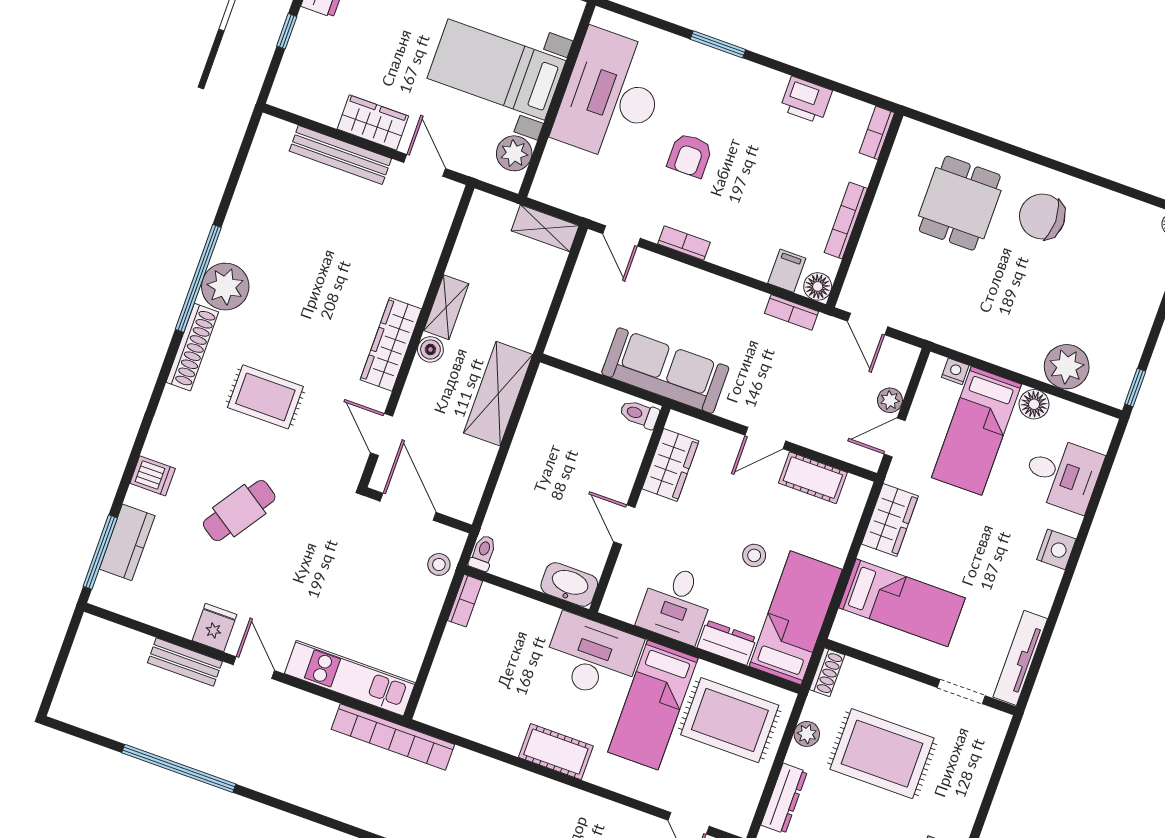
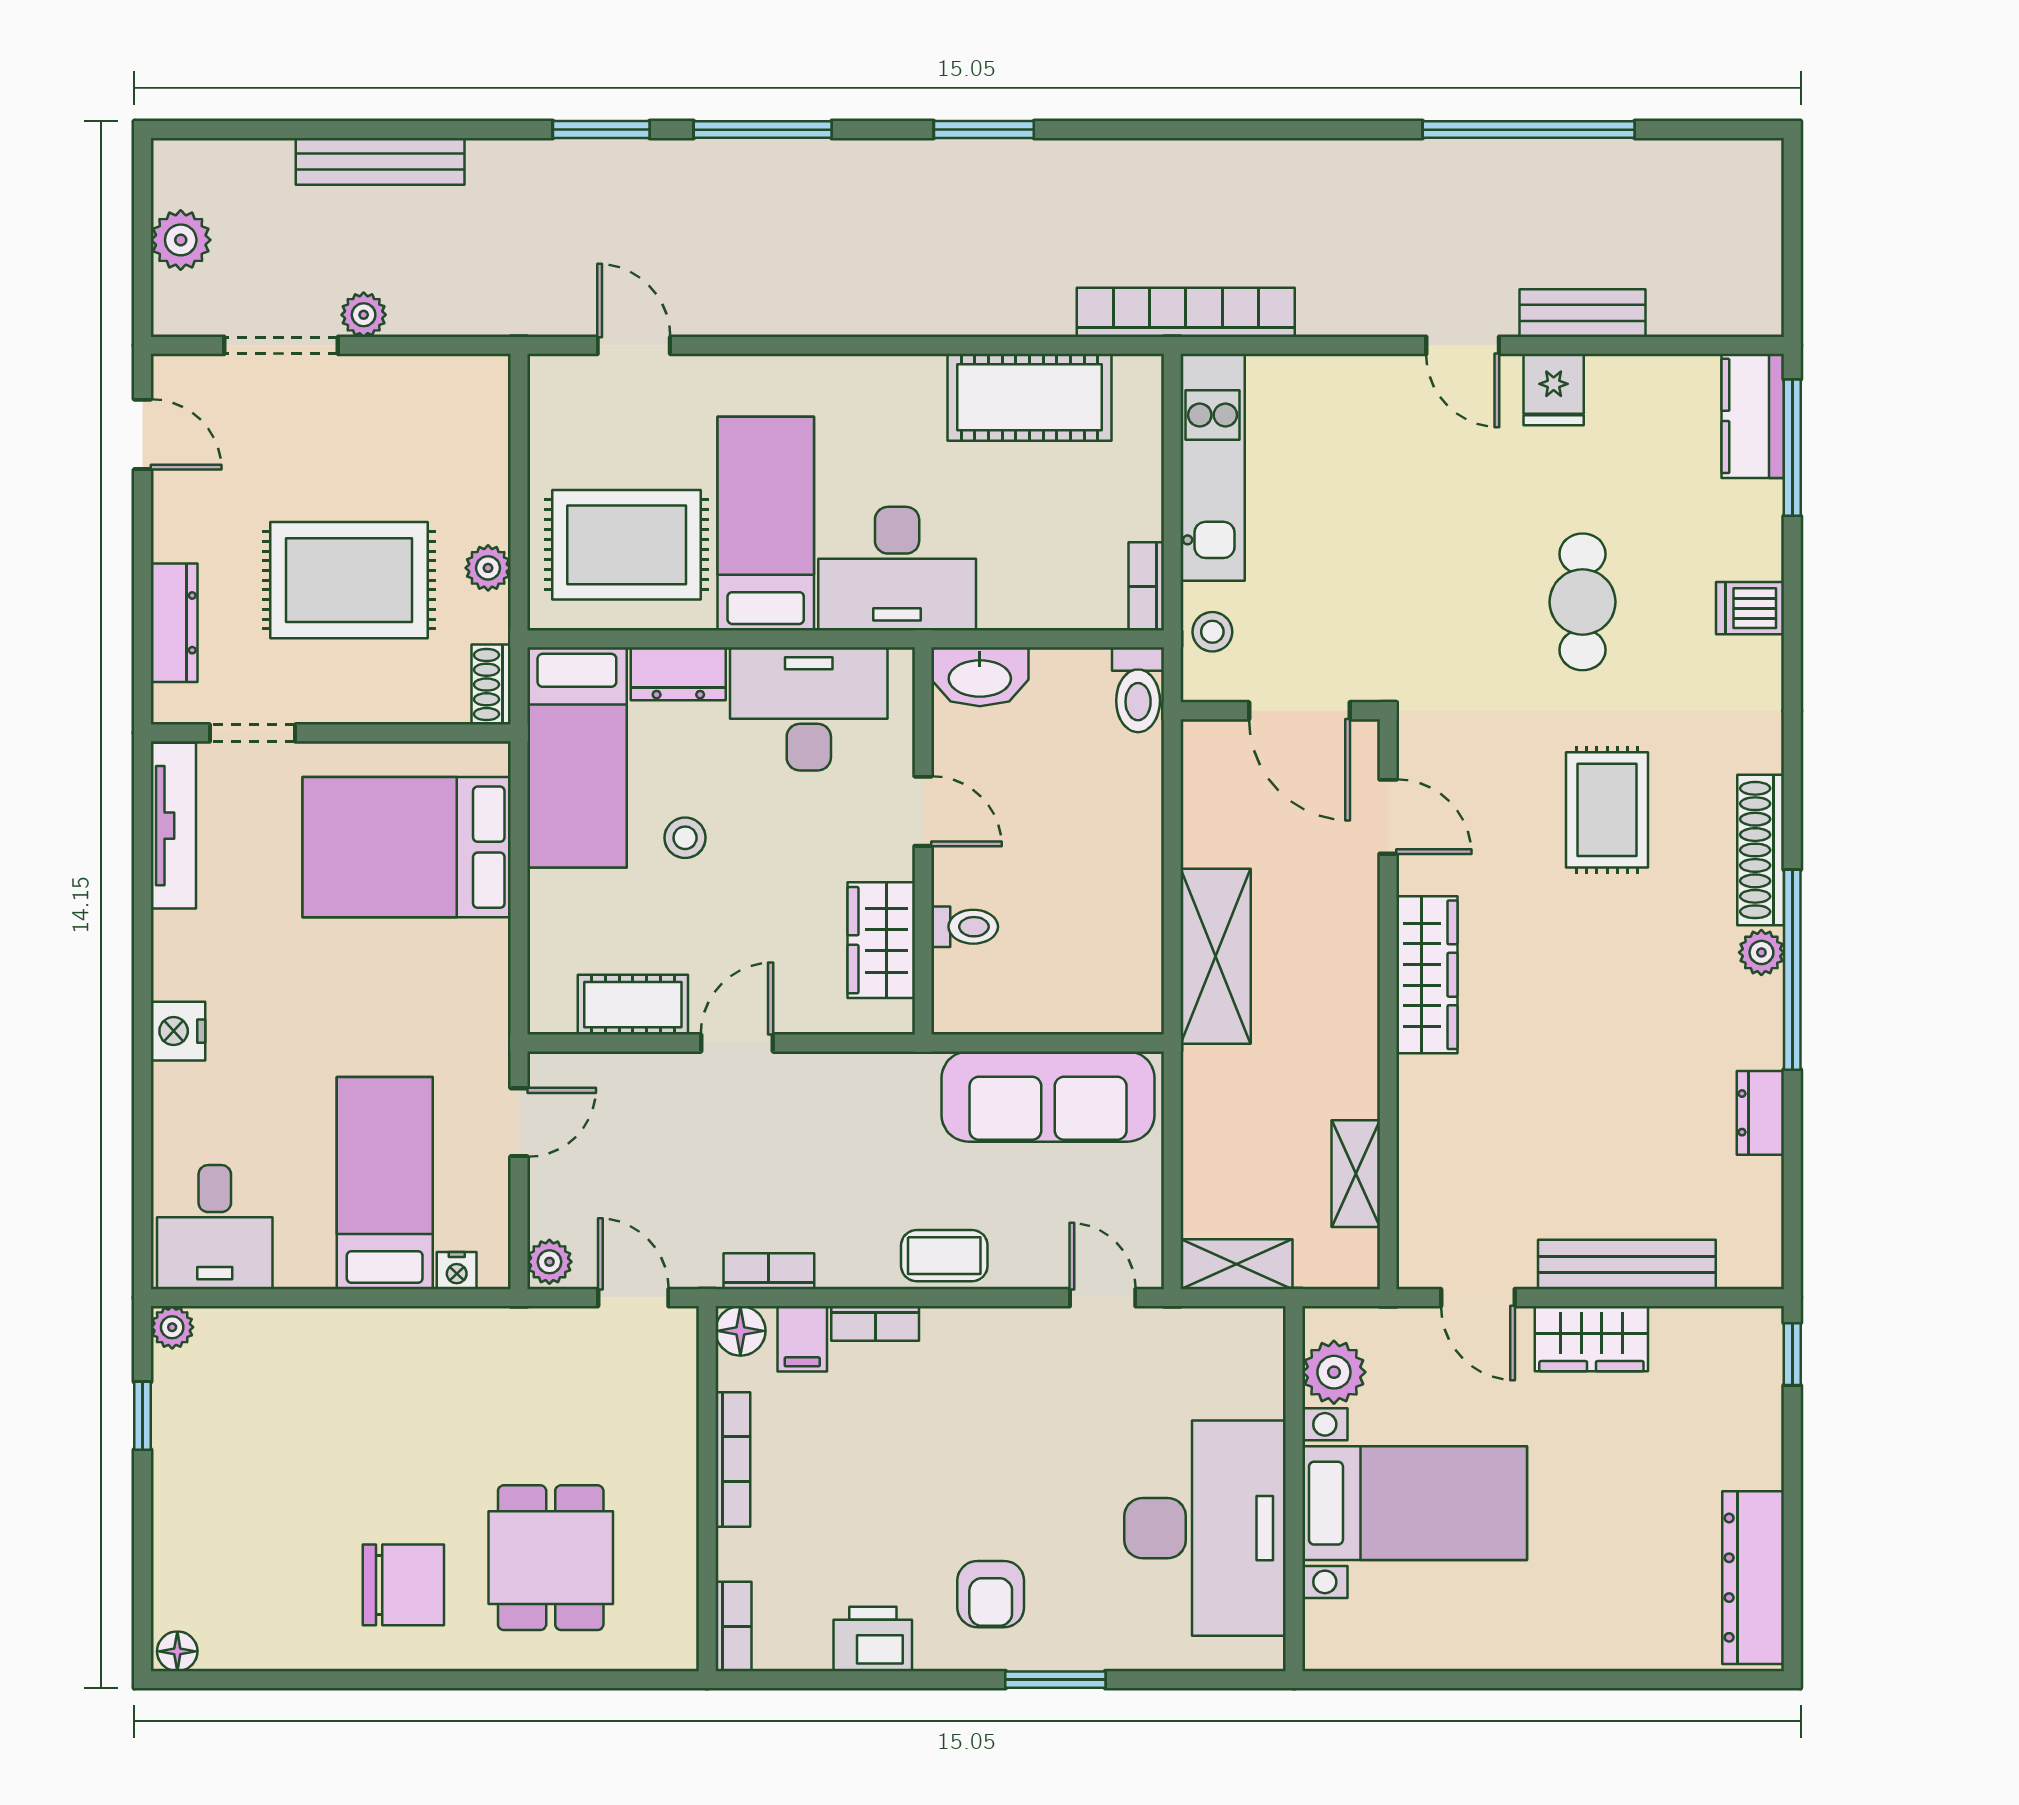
window: (287, 31) -> (1792, 1354), moved
armchair: (690, 155) -> (991, 1594), moved, turned 180
dresser: (242, 209) -> (1760, 1113), added
bookcase: (684, 243) -> (875, 1323), moved
plant: (225, 287) -> (1761, 952), width x0.53, depth x0.53
coffee table: (697, 288) -> (944, 1256), added
shelving: (446, 307) -> (1356, 1174), moved
boiler: (430, 349) -> (1357, 990), removed
plant: (1067, 367) -> (172, 1327), moved, width x0.53, depth x0.53
sofa: (665, 371) -> (1048, 1097), moved
window: (1135, 388) -> (143, 1416), moved
rug: (265, 397) -> (1607, 810), turned 90
plant: (890, 400) -> (549, 1262), moved
floor lamp: (1034, 404) -> (303, 1263), removed
toilet: (639, 414) -> (965, 927), moved
desk: (1062, 474) -> (215, 1227), moved, turned -90
cafe table: (239, 511) -> (1583, 602), turned -34
wardrobe: (890, 520) -> (477, 980), removed
kitchen counter: (127, 542) -> (1753, 416), moved
toilet: (483, 553) -> (1138, 690), width x1.37, depth x1.39
bed: (902, 603) -> (407, 847), width x1.50
desk: (676, 604) -> (809, 709), width x1.37
kitchen unit: (350, 678) -> (1213, 467), moved, turned -90
cot: (556, 752) -> (1030, 397), moved, width x1.37, depth x1.34
dresser: (784, 798) -> (174, 623), moved, turned 180

